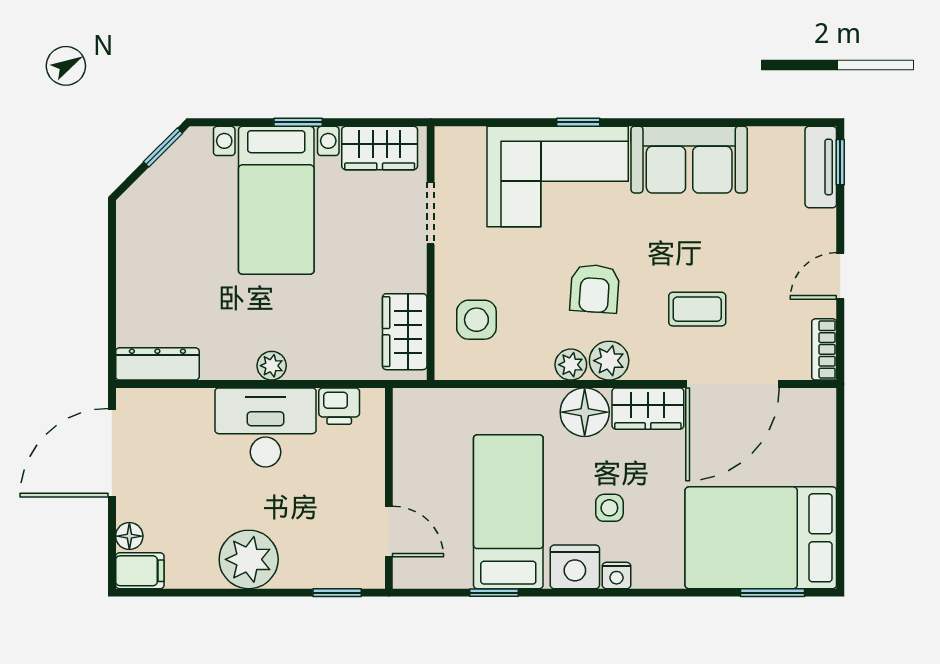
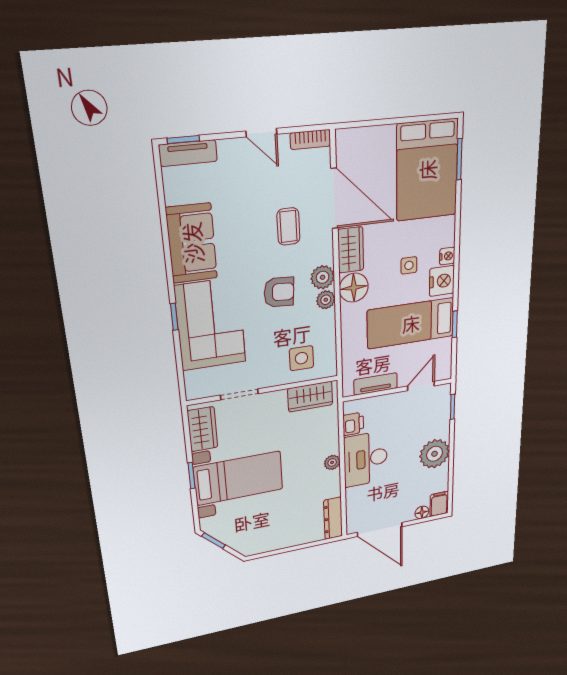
tv unit: (408, 448) -> (376, 384), added

